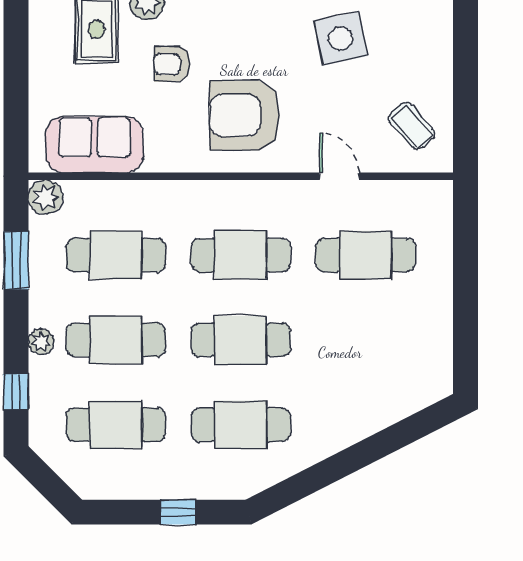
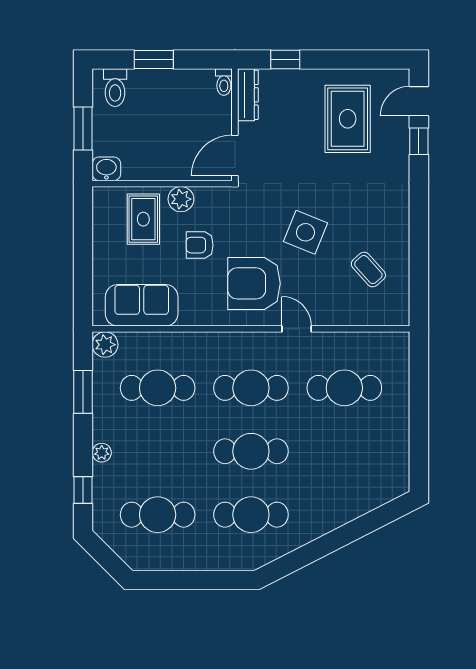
side table: (341, 39) -> (305, 232), moved, turned 34
coffee table: (412, 126) -> (368, 270), moved
door: (339, 176) -> (297, 329), moved
cafe table: (116, 340) -> (158, 451), removed
window: (178, 512) -> (204, 580), removed

